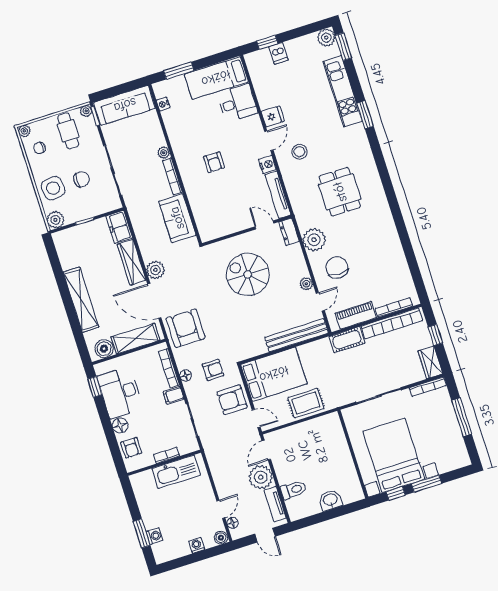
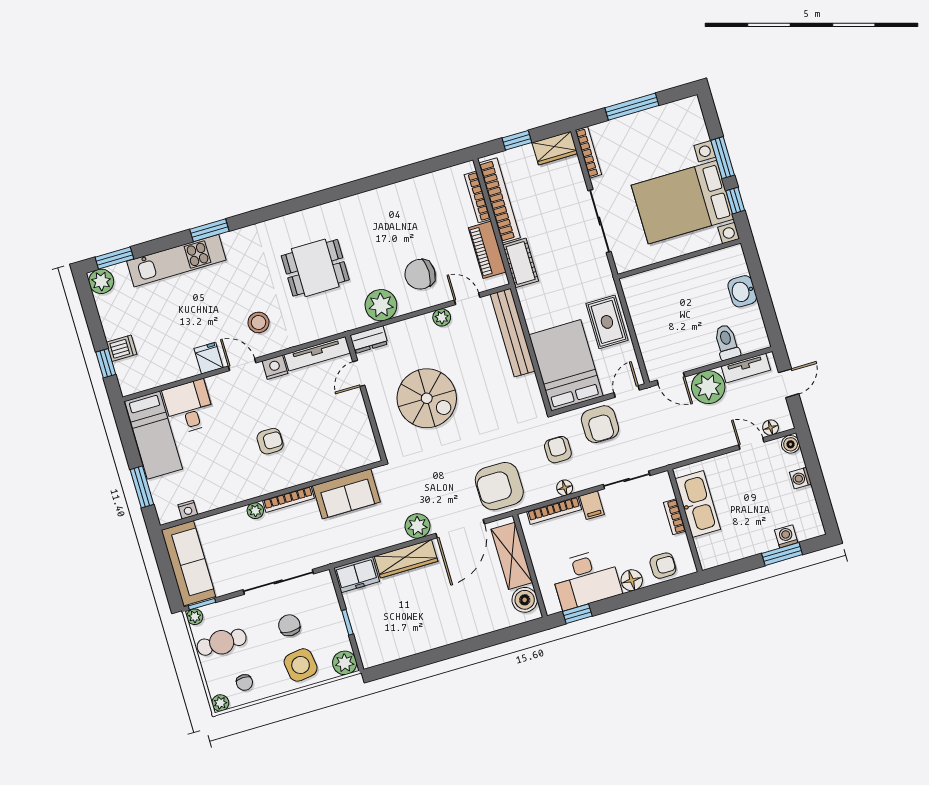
spiral stairs: (248, 274) -> (427, 398), turned -90
shelving: (81, 300) -> (456, 630), removed

